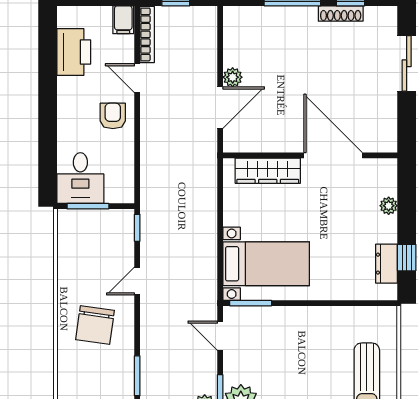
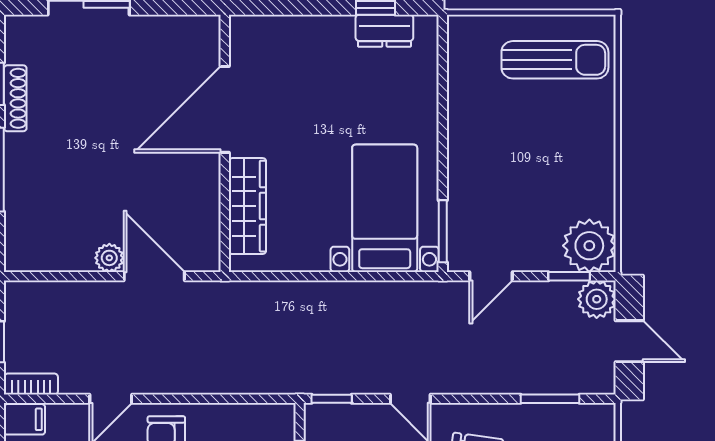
bookcase: (147, 34) -> (31, 384), width x0.64
plant: (389, 206) -> (299, 28), removed

